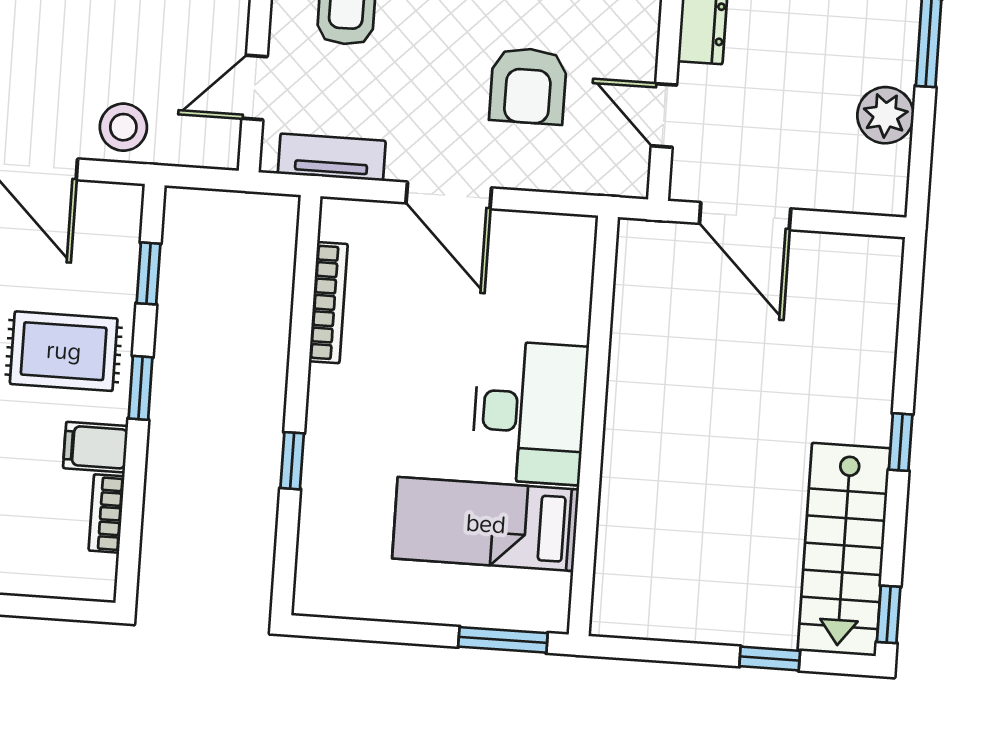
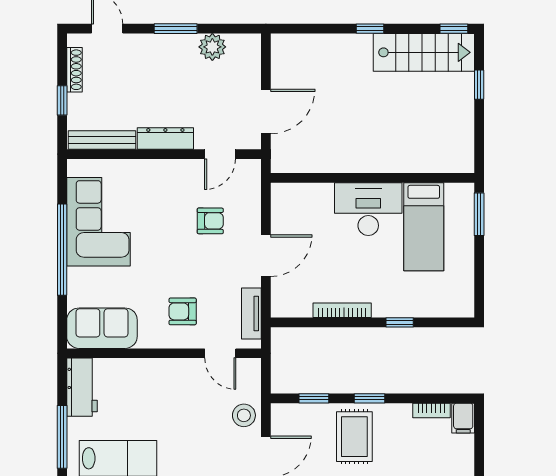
armchair: (528, 86) -> (210, 221), width x0.72, depth x0.72
bookcase: (328, 303) -> (342, 310), moved
filing cabinet: (95, 447) -> (463, 418), moved

